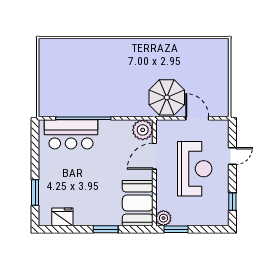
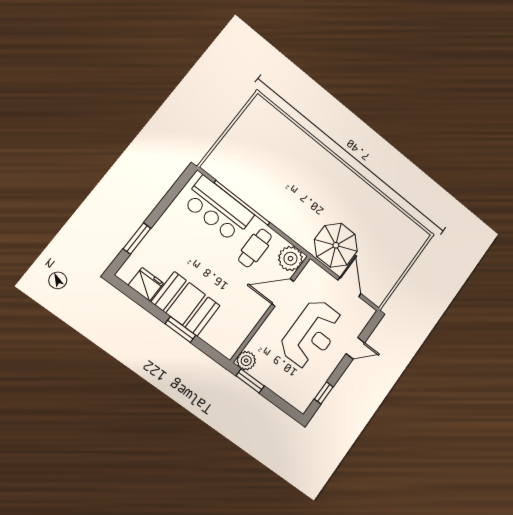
cafe table: (114, 141) -> (255, 248), added
booth: (138, 203) -> (186, 304), moved, turned 90

